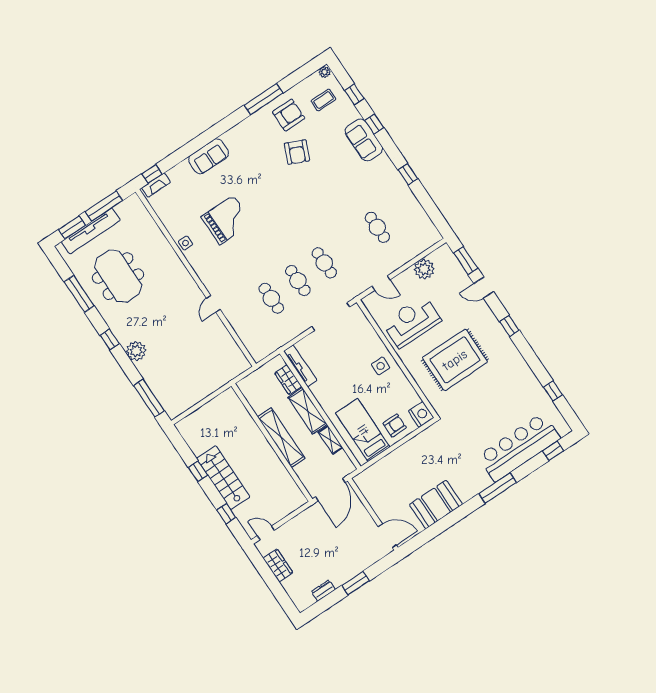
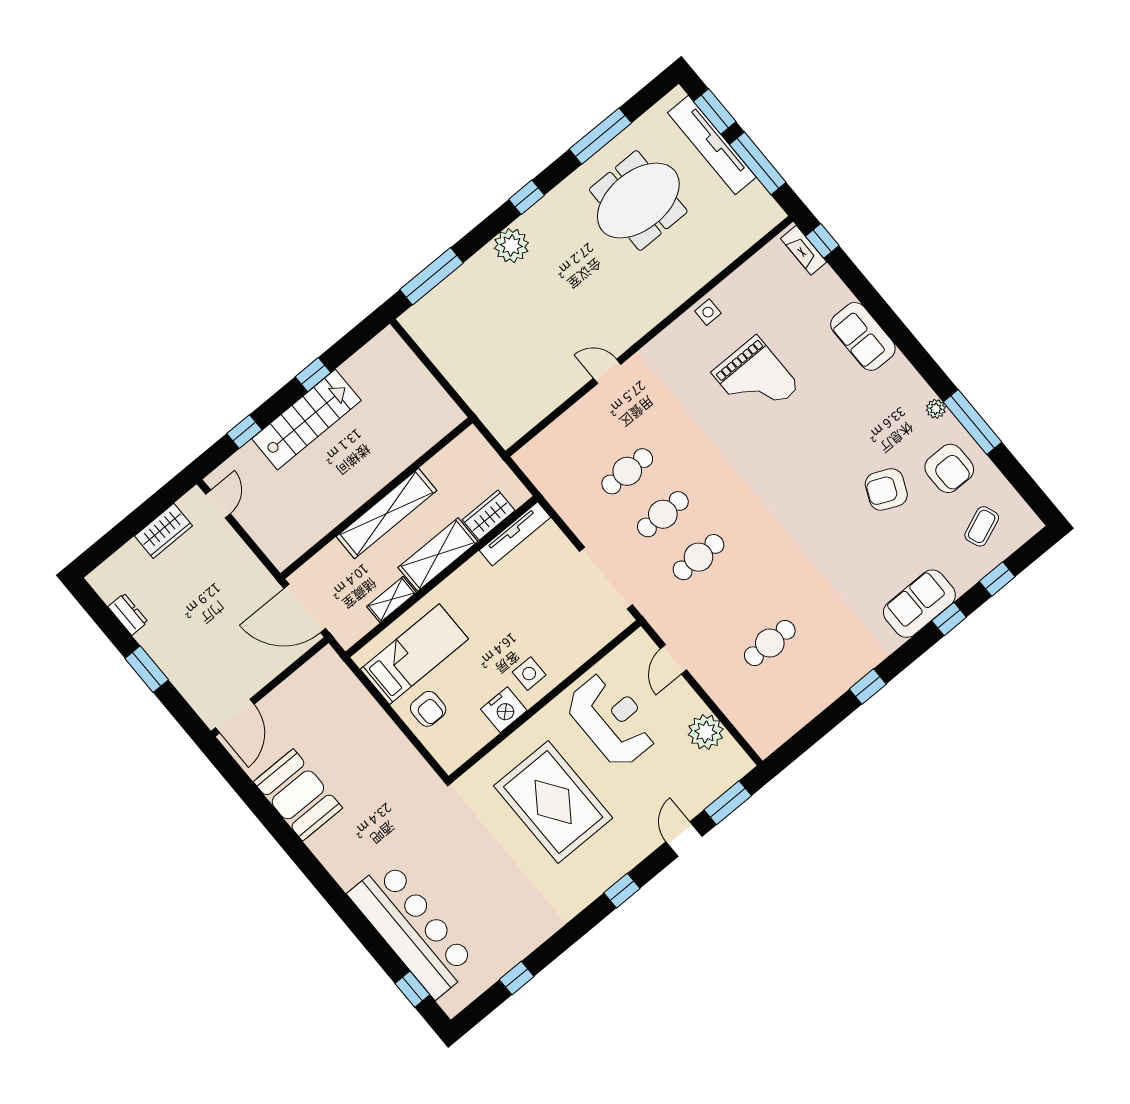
plant: (325, 72) -> (936, 409), moved
coffee table: (323, 100) -> (982, 526), turned 68
nightstand: (421, 414) -> (504, 710), moved
window: (498, 488) -> (338, 899), removed

